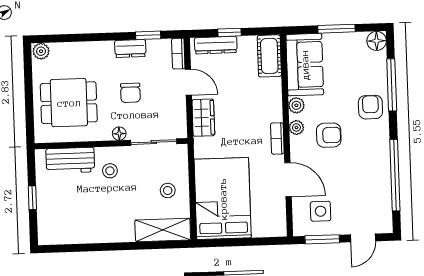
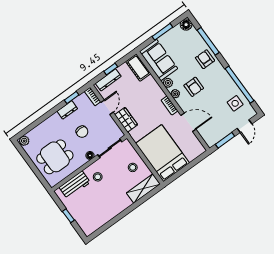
door: (188, 82) -> (107, 107), hinge flipped
armchair: (329, 135) -> (194, 87), turned 90
side table: (321, 211) -> (235, 103), moved

